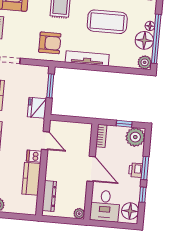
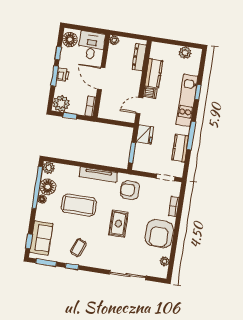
door: (45, 141) -> (139, 106), hinge flipped

